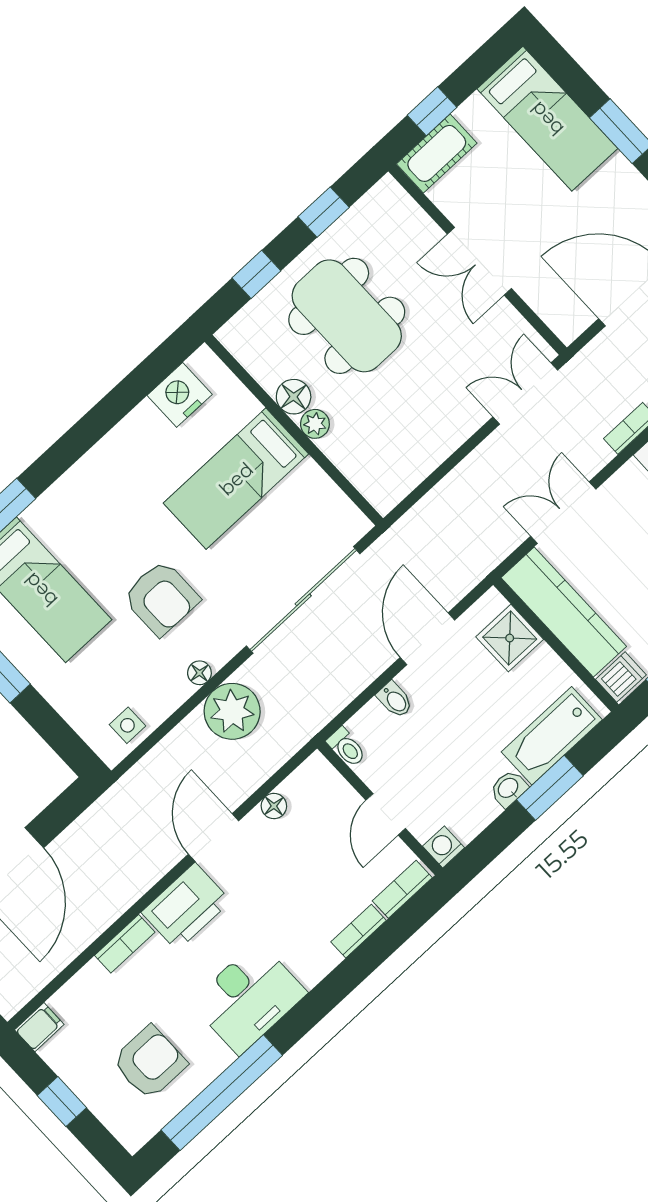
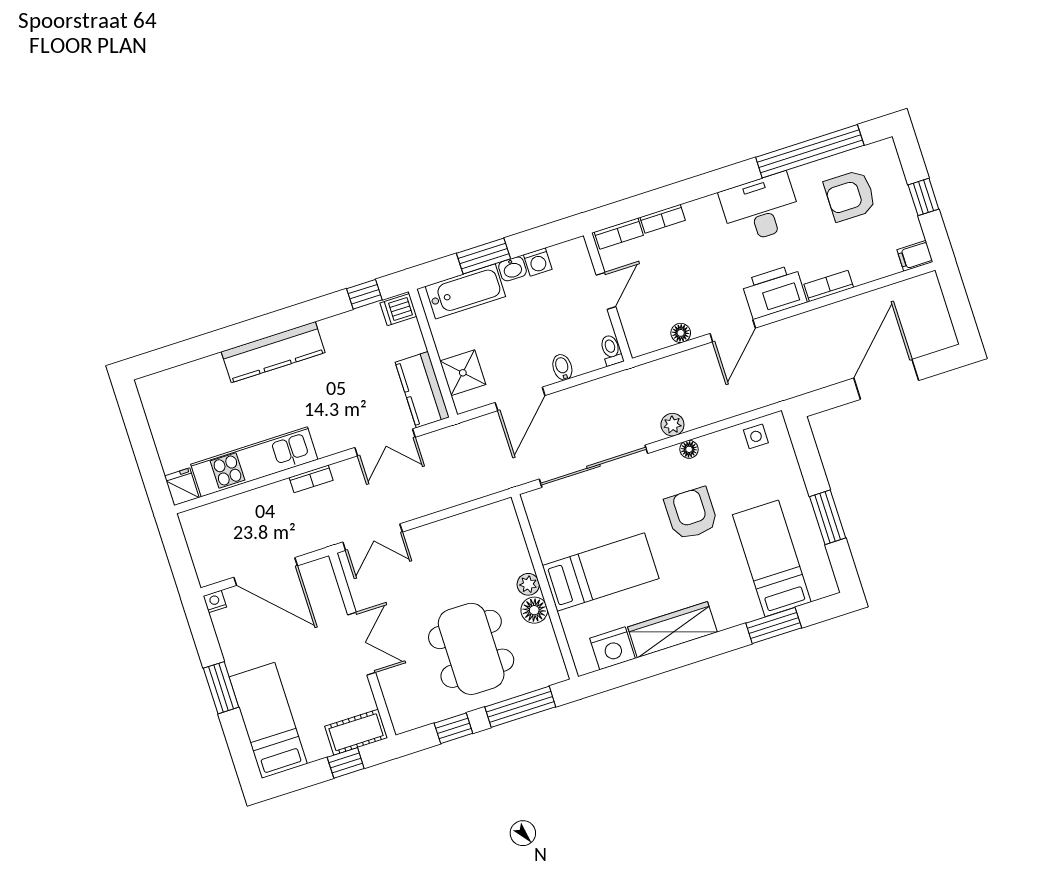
window: (256, 274) -> (520, 707), width x2.17
wardrobe: (119, 450) -> (672, 630), added
kitchen counter: (564, 612) -> (422, 390), width x0.67
plant: (232, 711) -> (672, 425), width x0.53, depth x0.53
washing machine: (444, 847) -> (538, 262), moved

